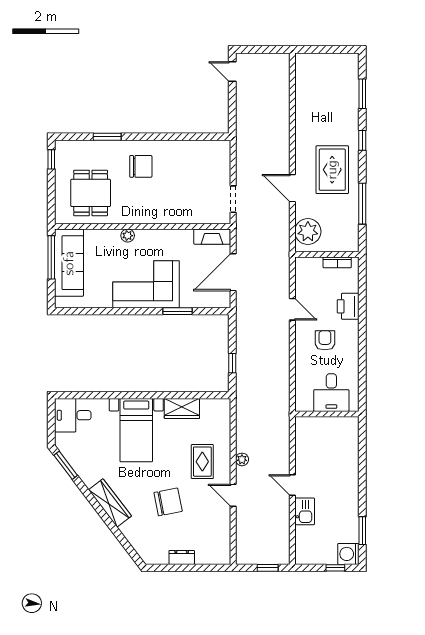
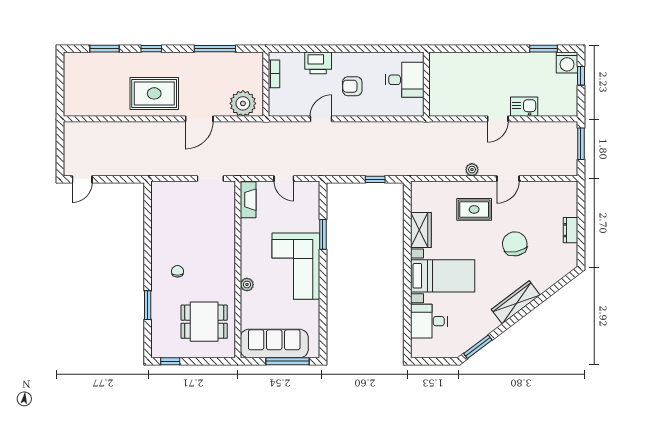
chair: (141, 166) -> (177, 271), width x0.54, depth x0.54
rug: (332, 170) -> (154, 93), moved
window: (51, 257) -> (288, 361), moved
door: (233, 272) -> (284, 179), width x0.53
desk: (73, 415) -> (429, 321), moved, turned 90
window: (268, 568) -> (581, 144), width x1.50

